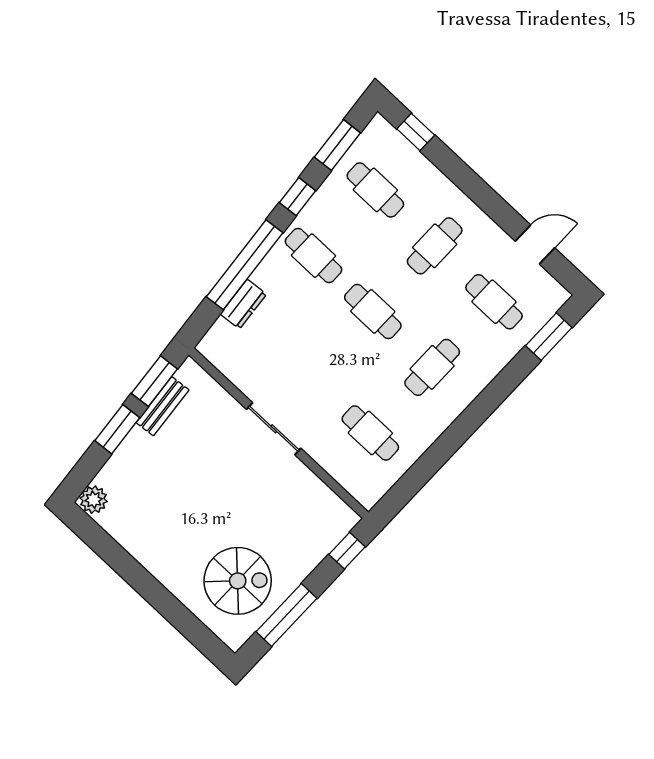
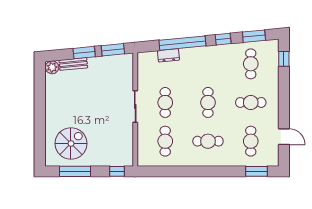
cafe table: (313, 256) -> (165, 102), moved
bench: (163, 406) -> (73, 64), moved
spiral stairs: (238, 581) -> (71, 143), turned -90

